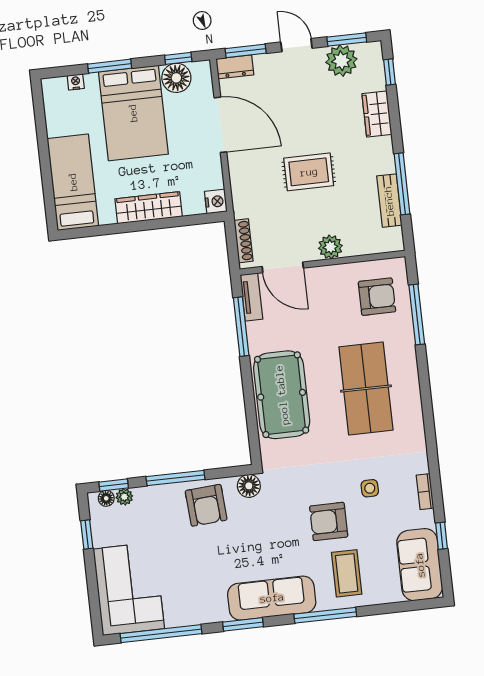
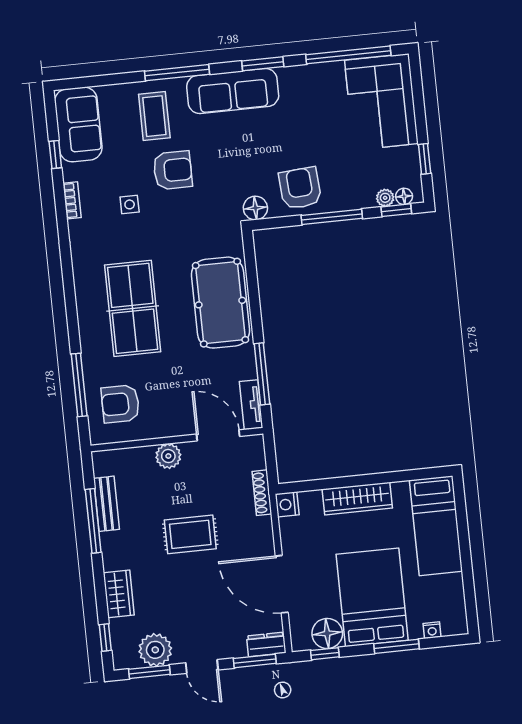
shoe rack: (243, 241) -> (262, 493), moved

